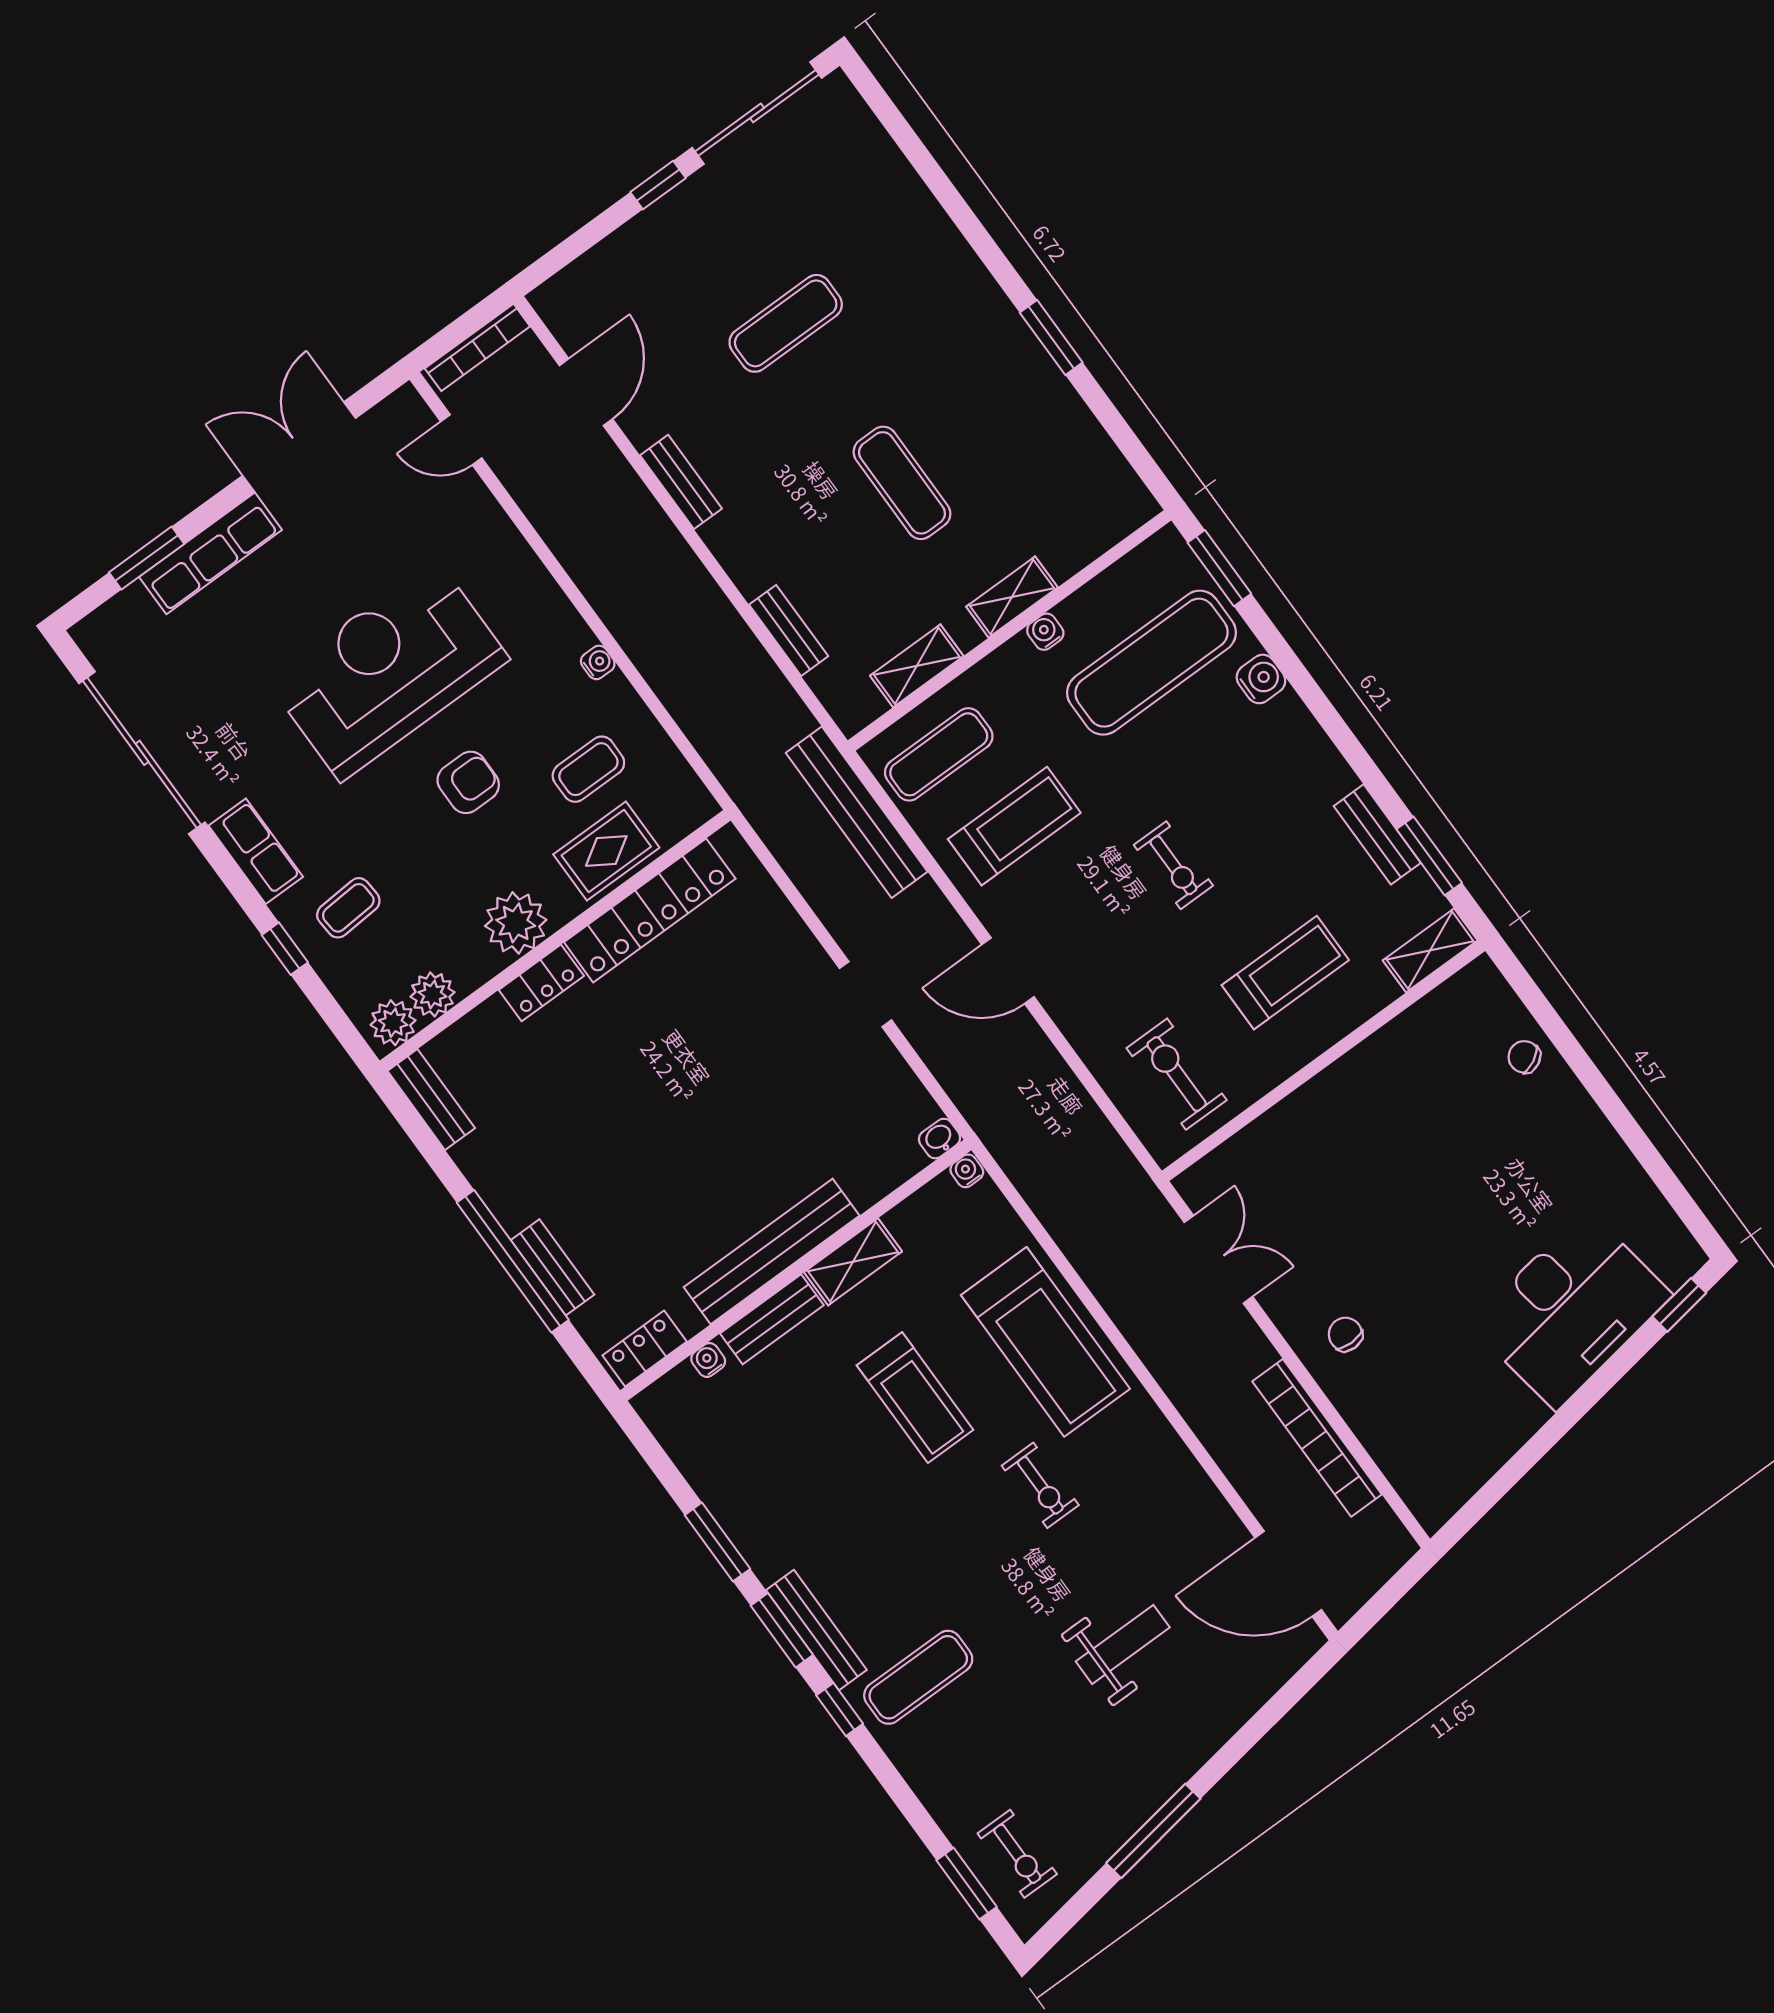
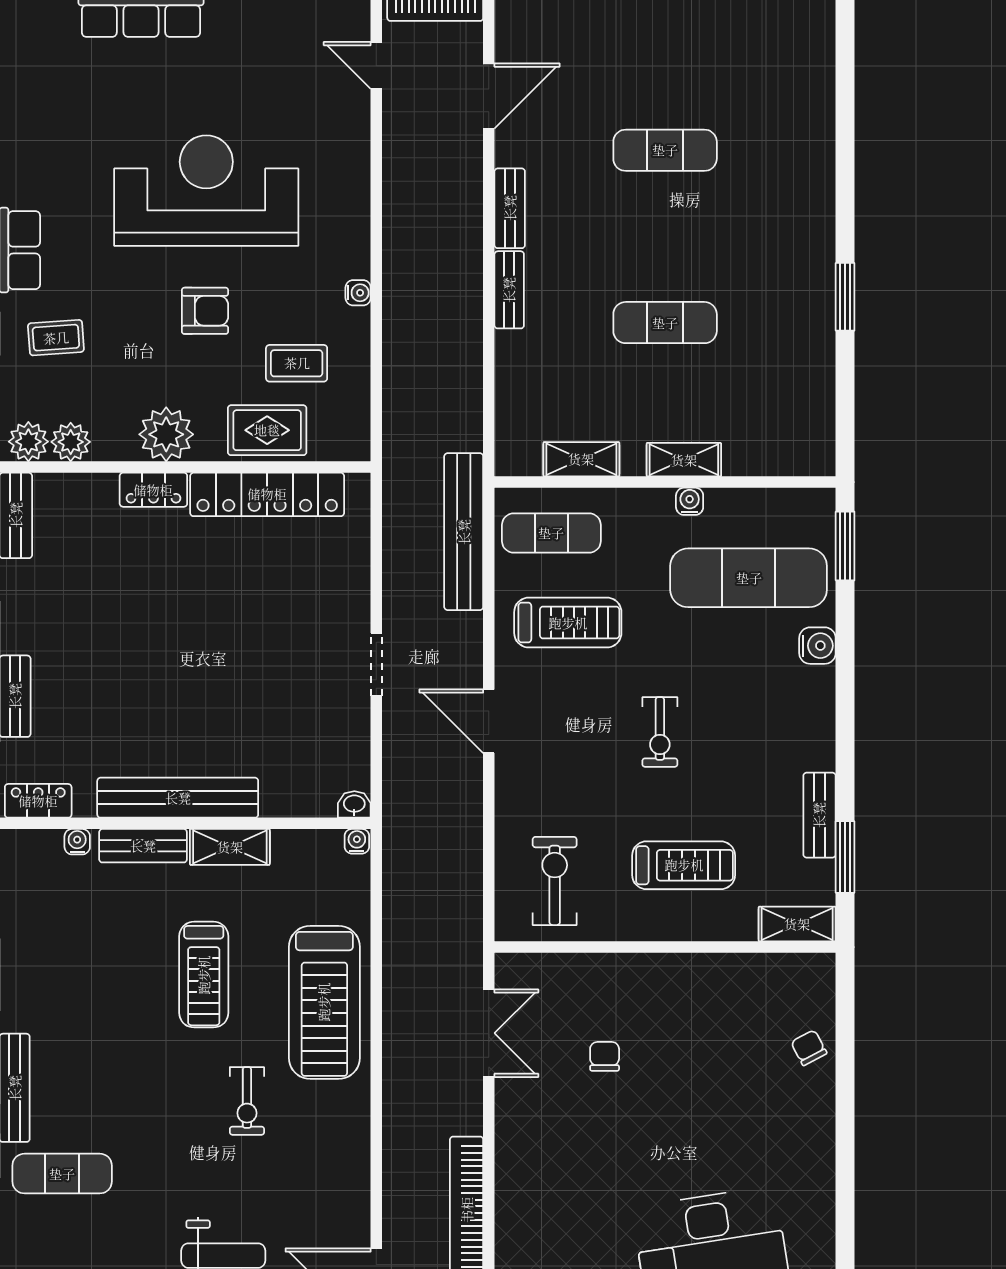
exercise mat: (902, 483) -> (665, 323), turned 90
bench: (789, 630) -> (509, 290), moved
chair: (1345, 1334) -> (605, 1056), moved

